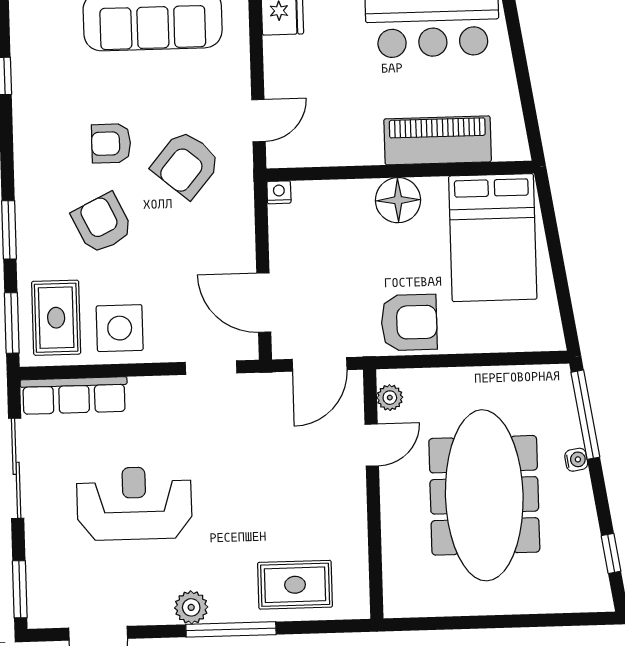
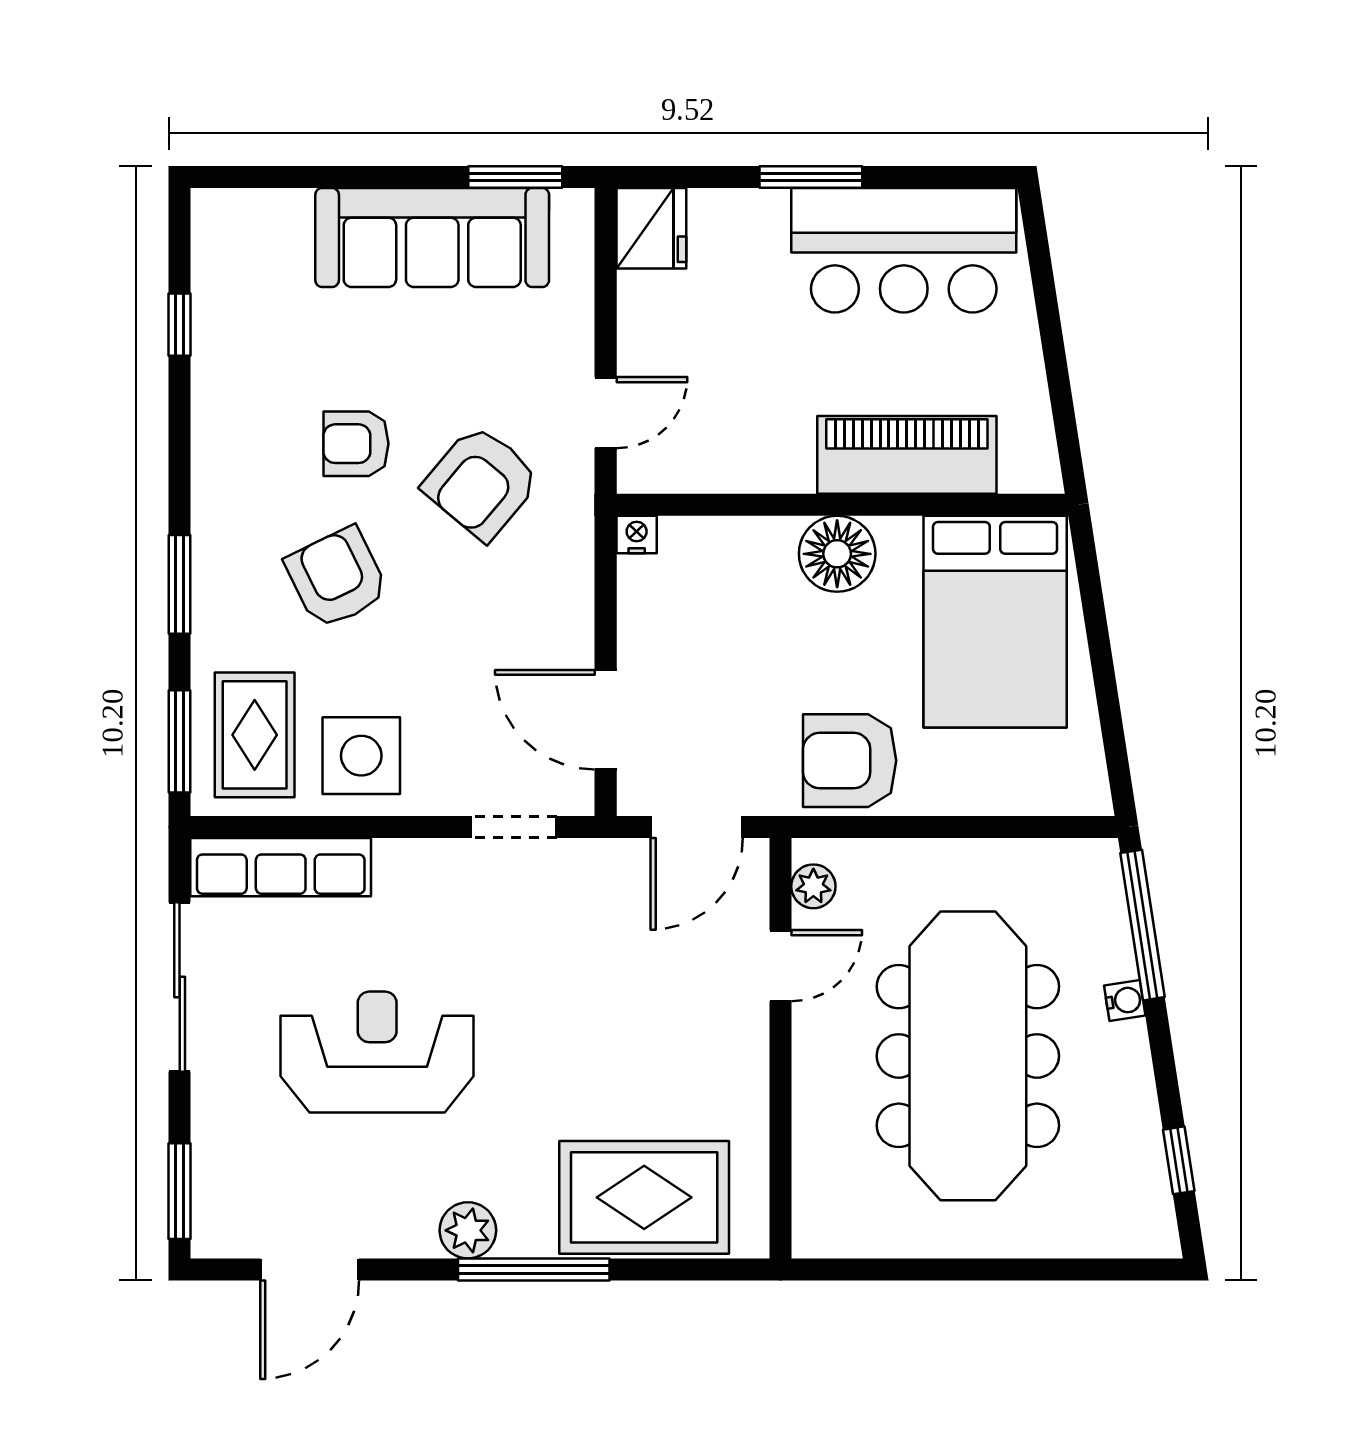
armchair: (409, 322) -> (850, 761), turned 180
rug: (295, 585) -> (644, 1197), width x1.36, depth x1.43

